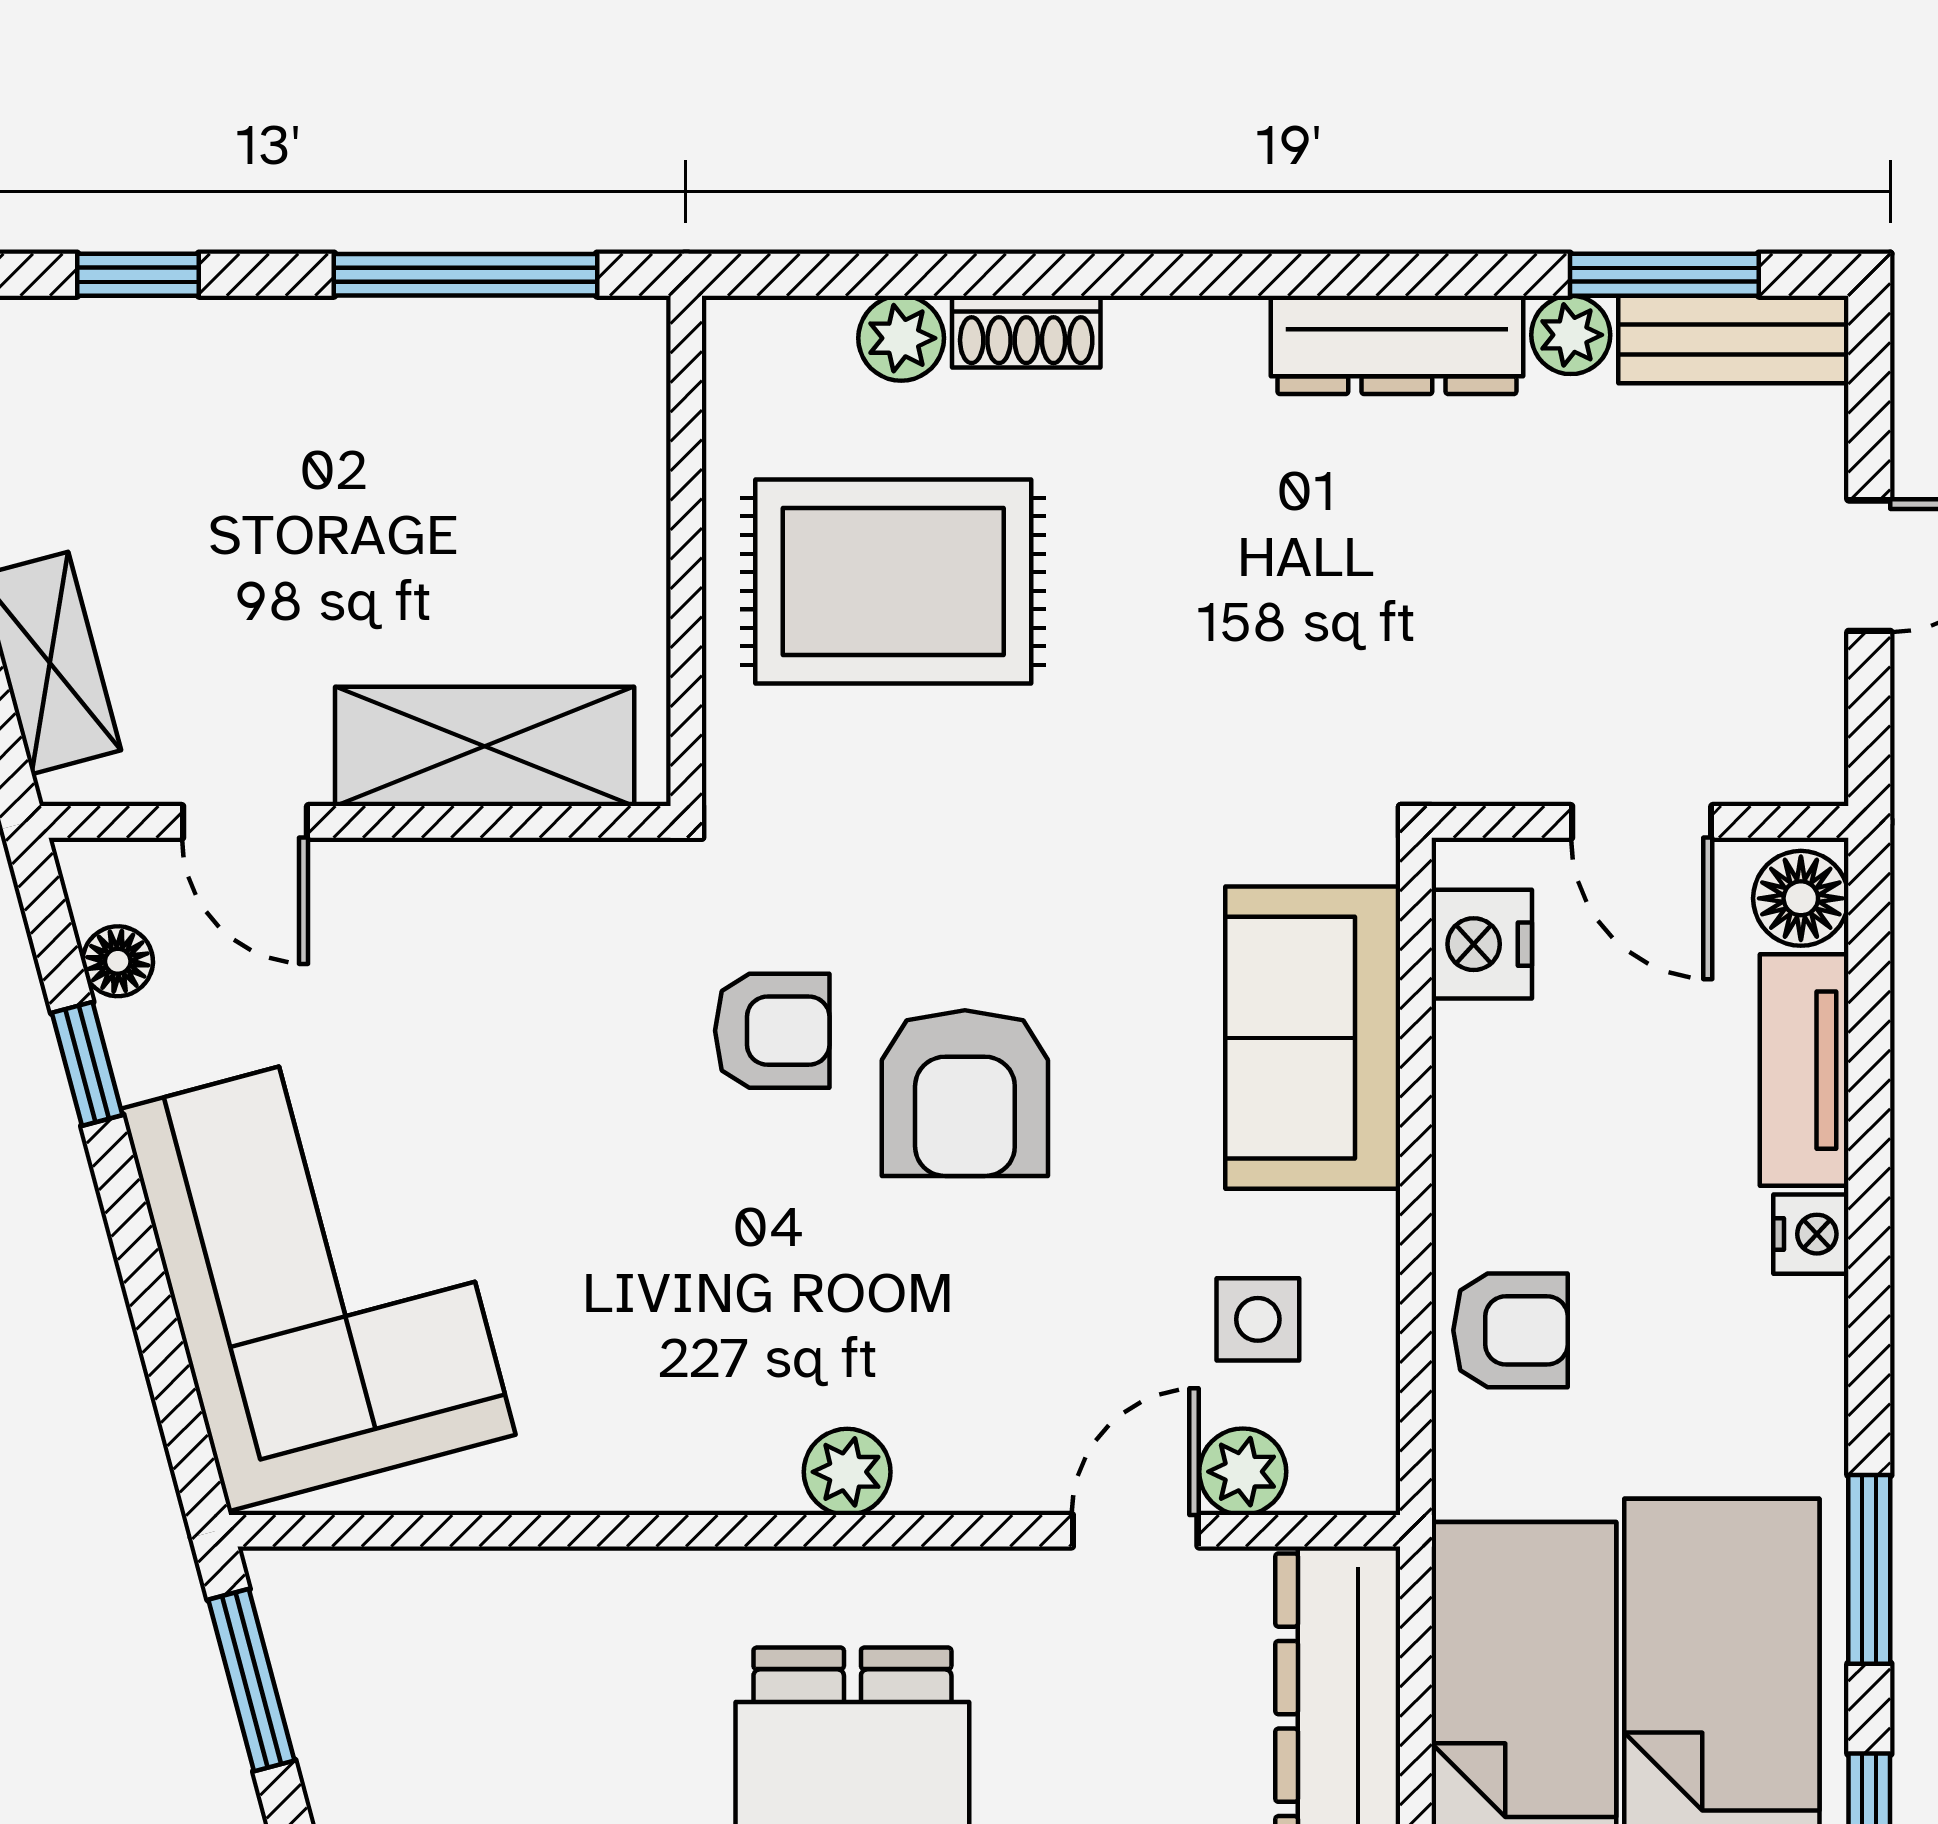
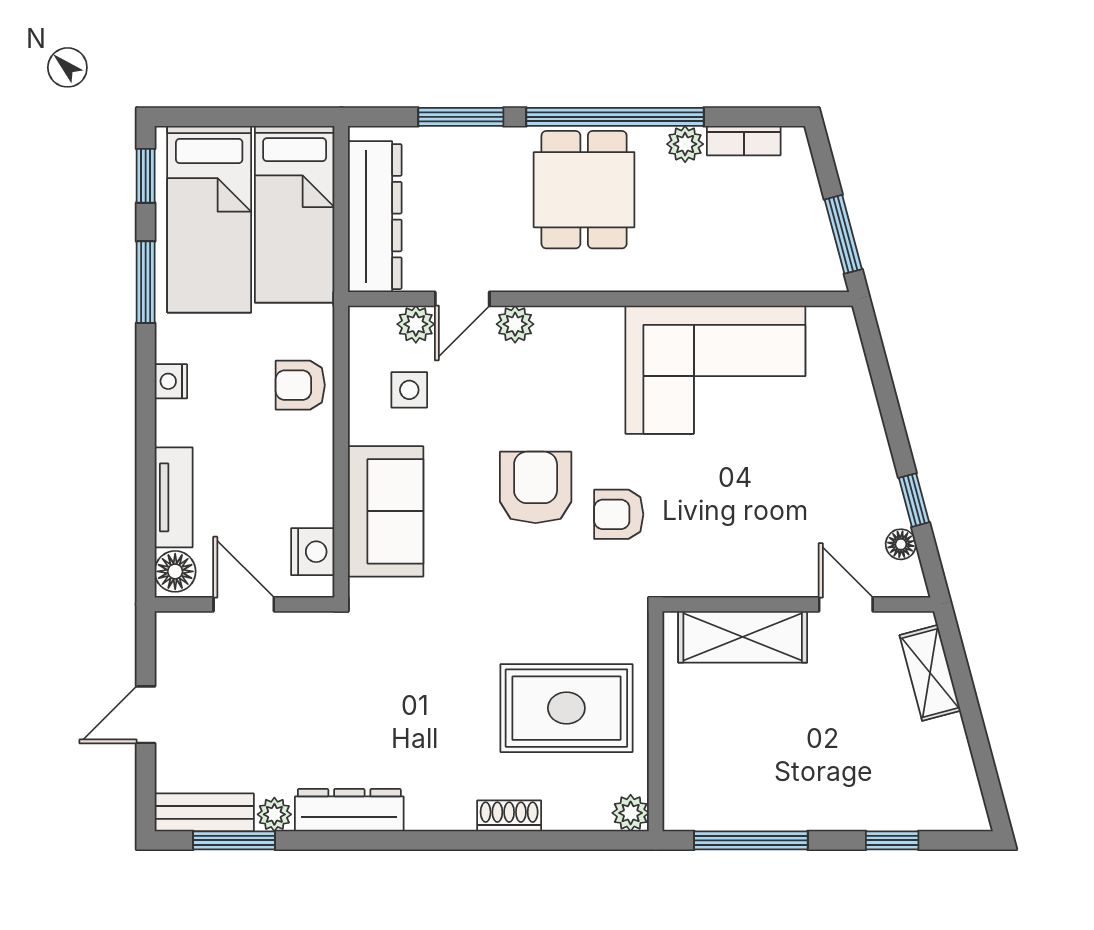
plant: (901, 338) -> (631, 813), moved
nightstand: (1811, 1234) -> (171, 381), moved
corner sofa: (318, 1272) -> (715, 370), moved, turned -75
plant: (847, 1472) -> (515, 324), moved

